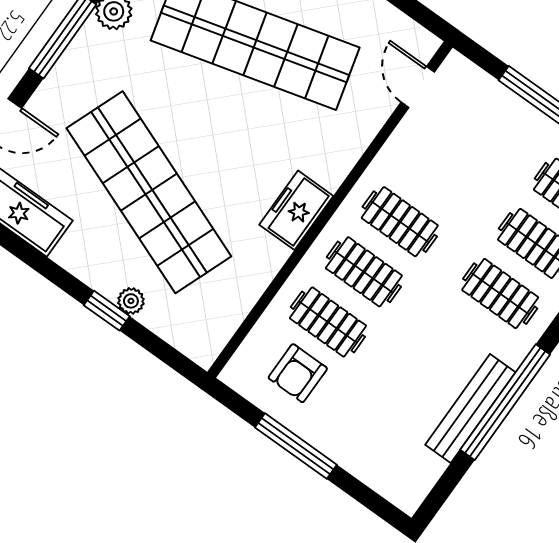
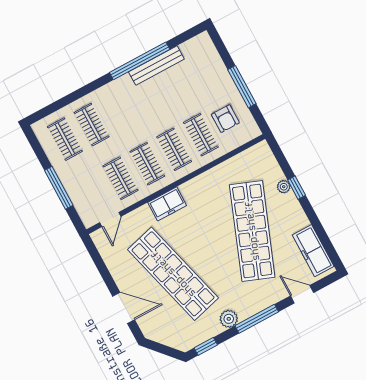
freezer: (296, 210) -> (167, 204), moved
clothes rail: (500, 294) -> (121, 178), moved
armchair: (298, 373) -> (225, 119), turned 90

